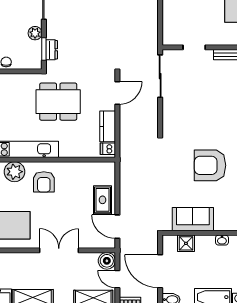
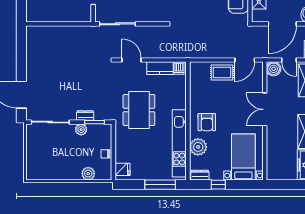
dresser: (52, 50) -> (85, 116), moved
armchair: (44, 182) -> (207, 122), turned 90
door: (117, 279) -> (289, 60), hinge flipped

